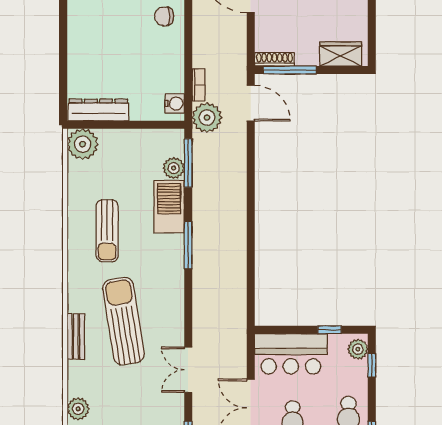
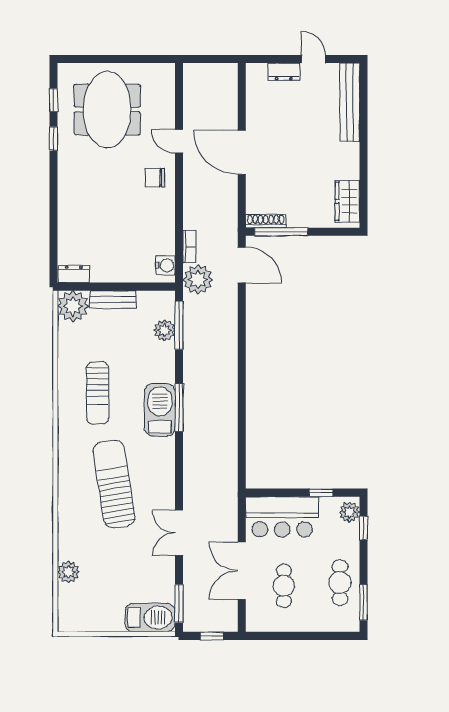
wardrobe: (341, 54) -> (347, 201), moved, turned -90
dresser: (98, 110) -> (74, 274), width x0.51, depth x0.80
barbecue: (169, 207) -> (160, 410), moved
bench: (76, 336) -> (113, 299), moved, turned 90

